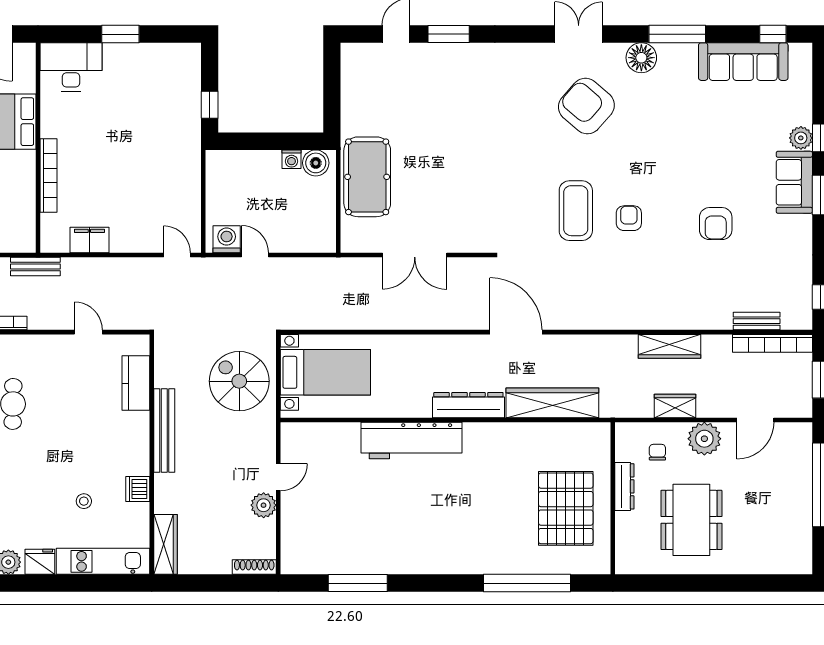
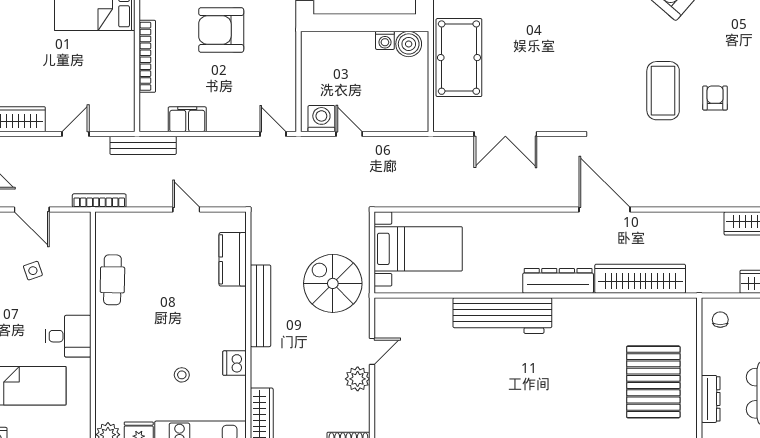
armchair: (124, 149) -> (221, 30), added
bench: (35, 267) -> (143, 145), width x1.36
spiral stairs: (239, 381) -> (333, 283), moved
chair: (657, 452) -> (720, 320), moved
dresser: (624, 486) -> (711, 399), moved

